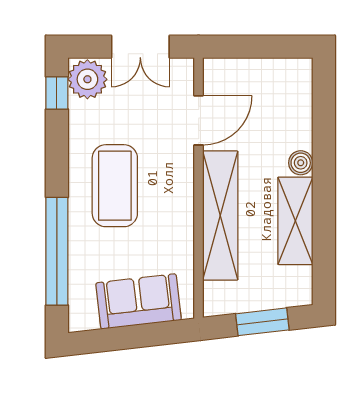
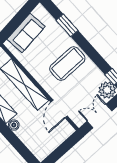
coffee table: (115, 186) -> (67, 64), turned 90
window: (57, 251) -> (67, 25), width x0.47

